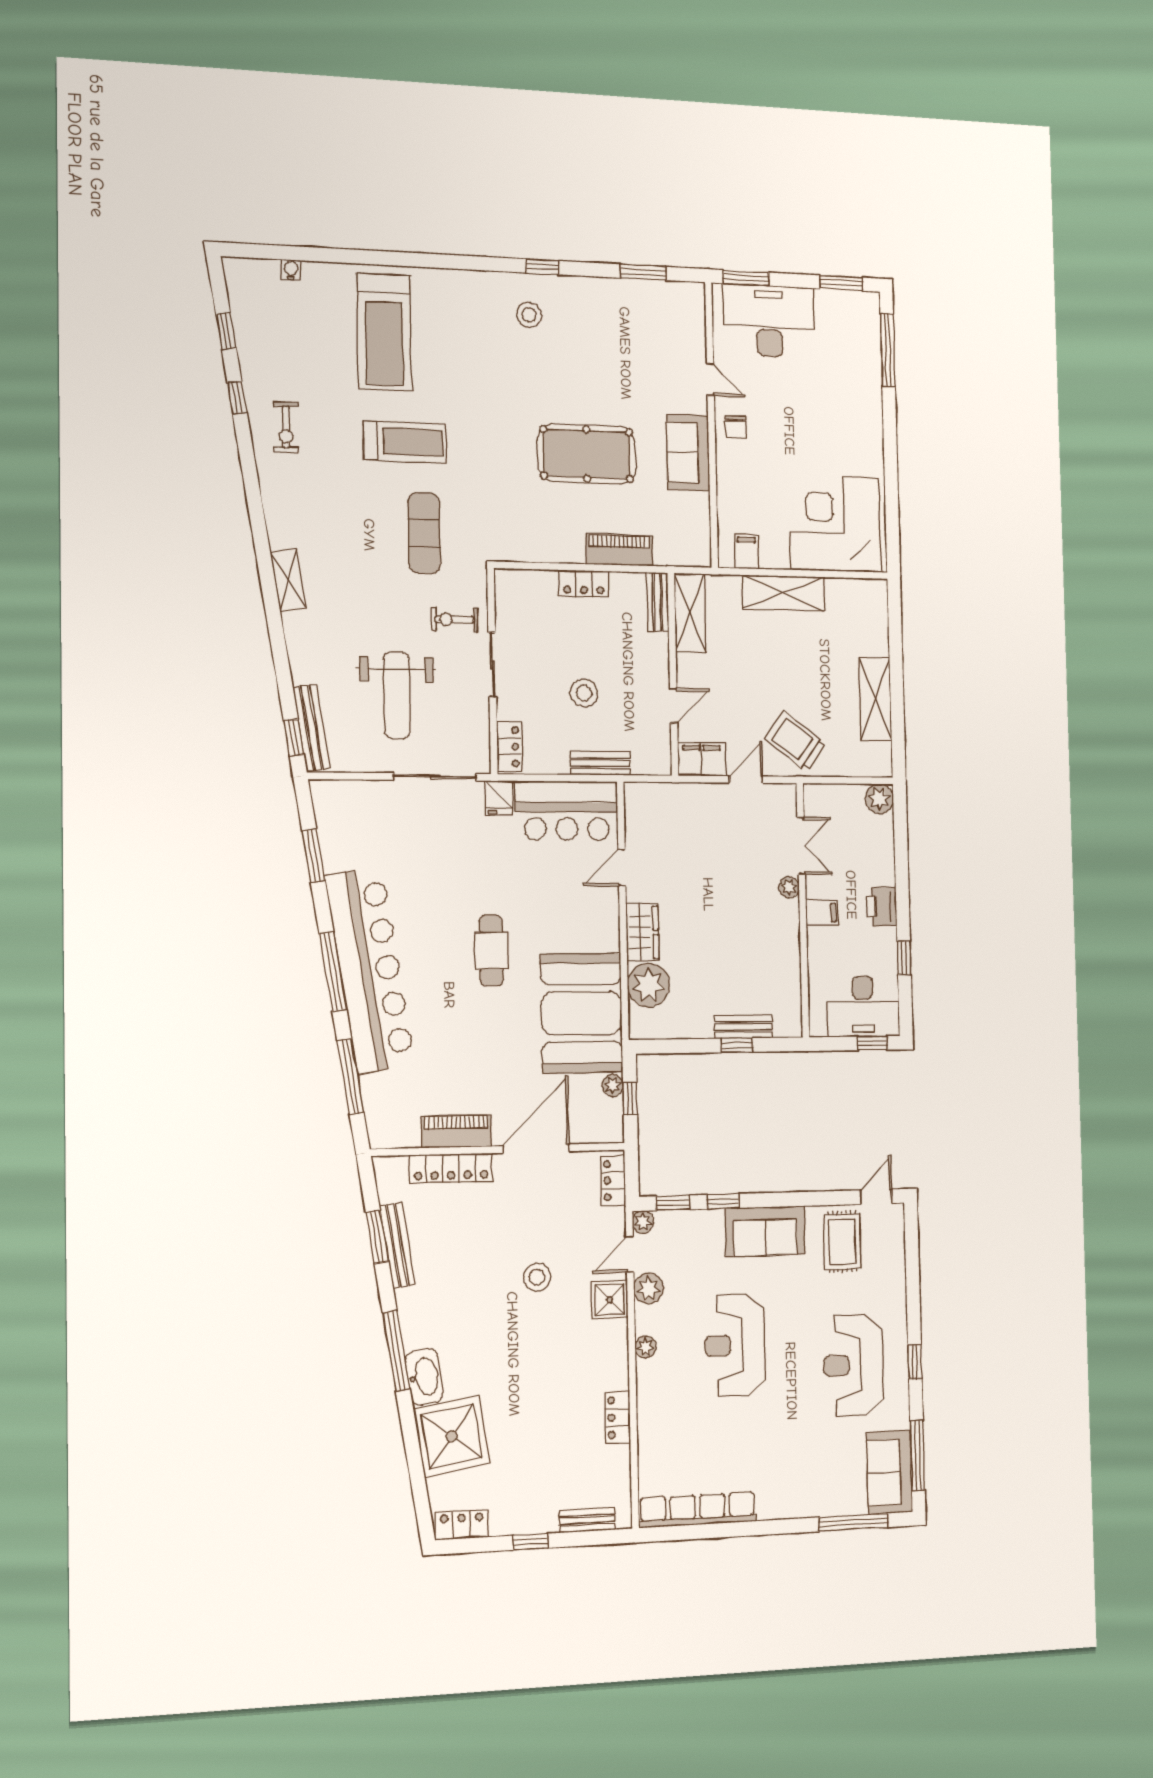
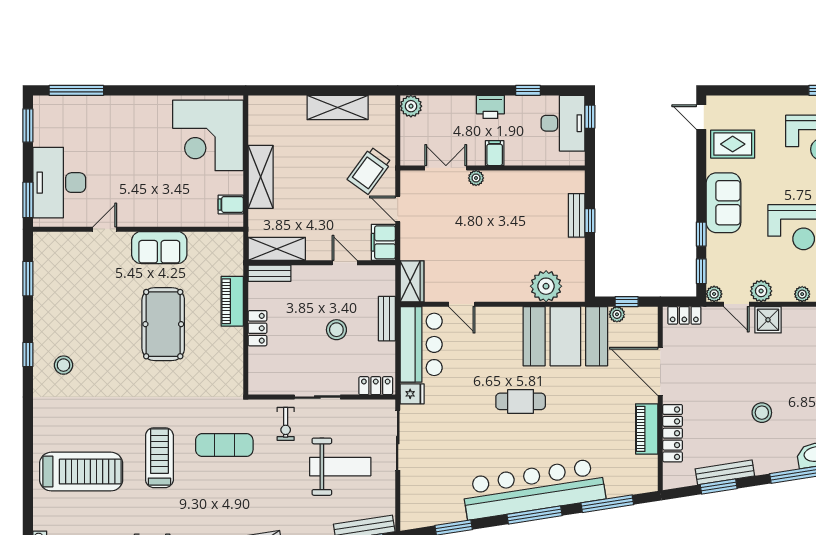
chair: (736, 427) -> (139, 211), removed
wardrobe: (642, 932) -> (412, 281), moved, turned 90
stool: (537, 1277) -> (762, 413), moved

